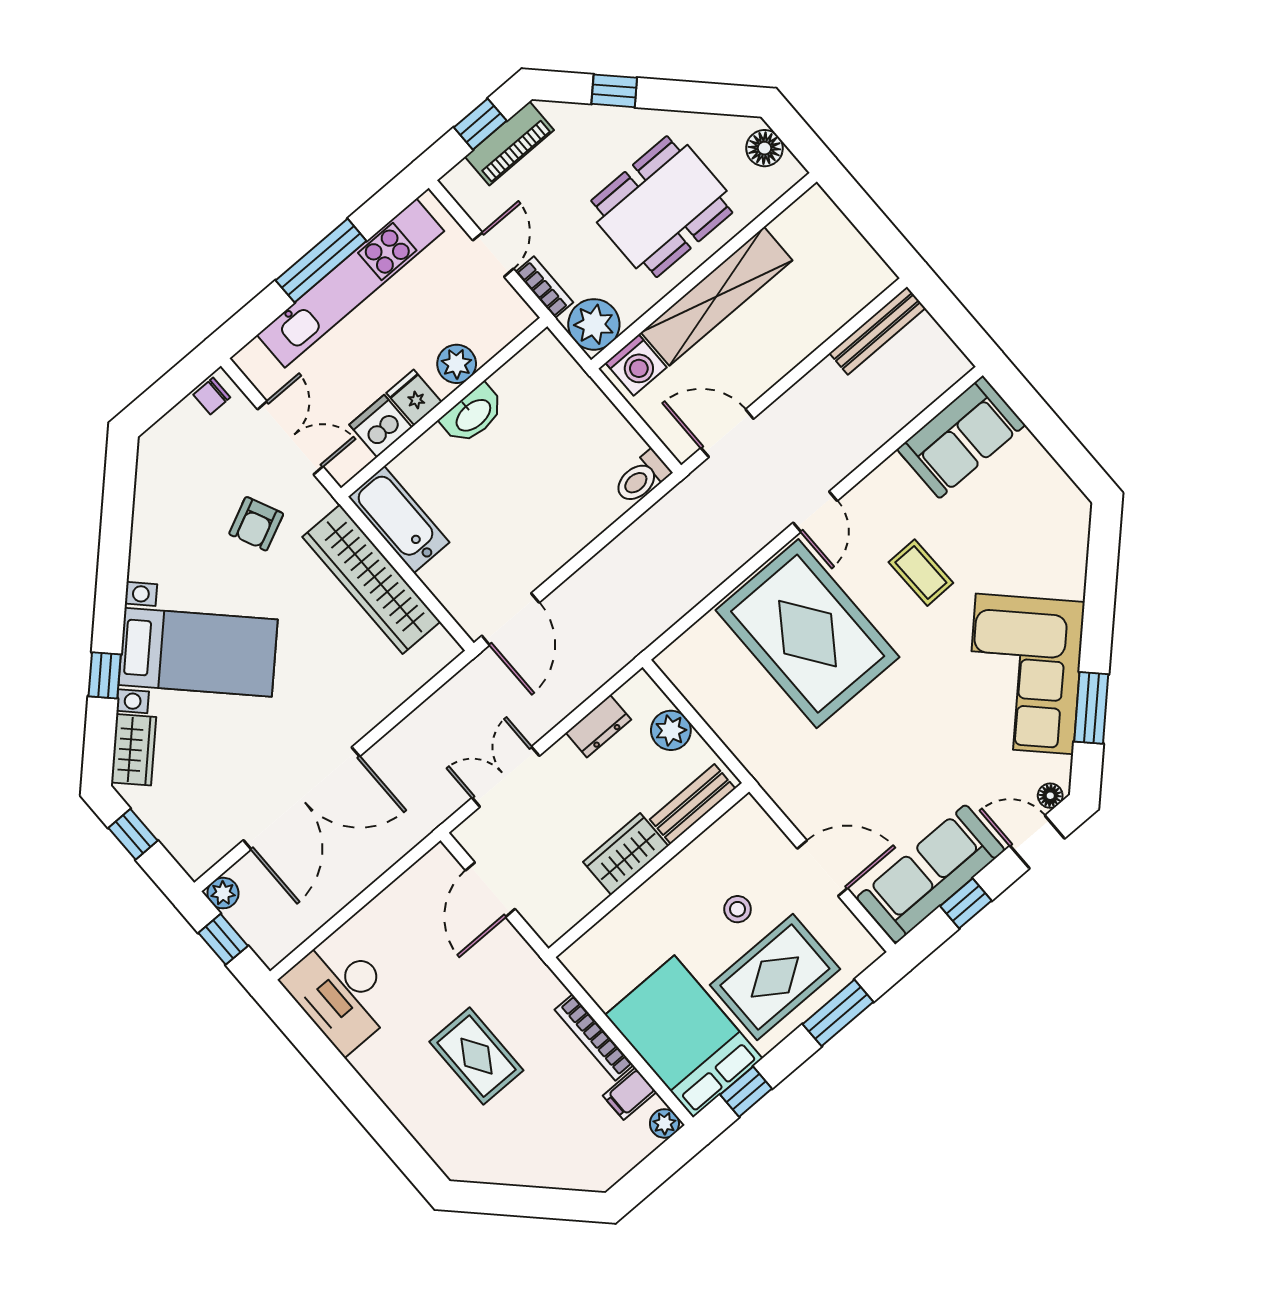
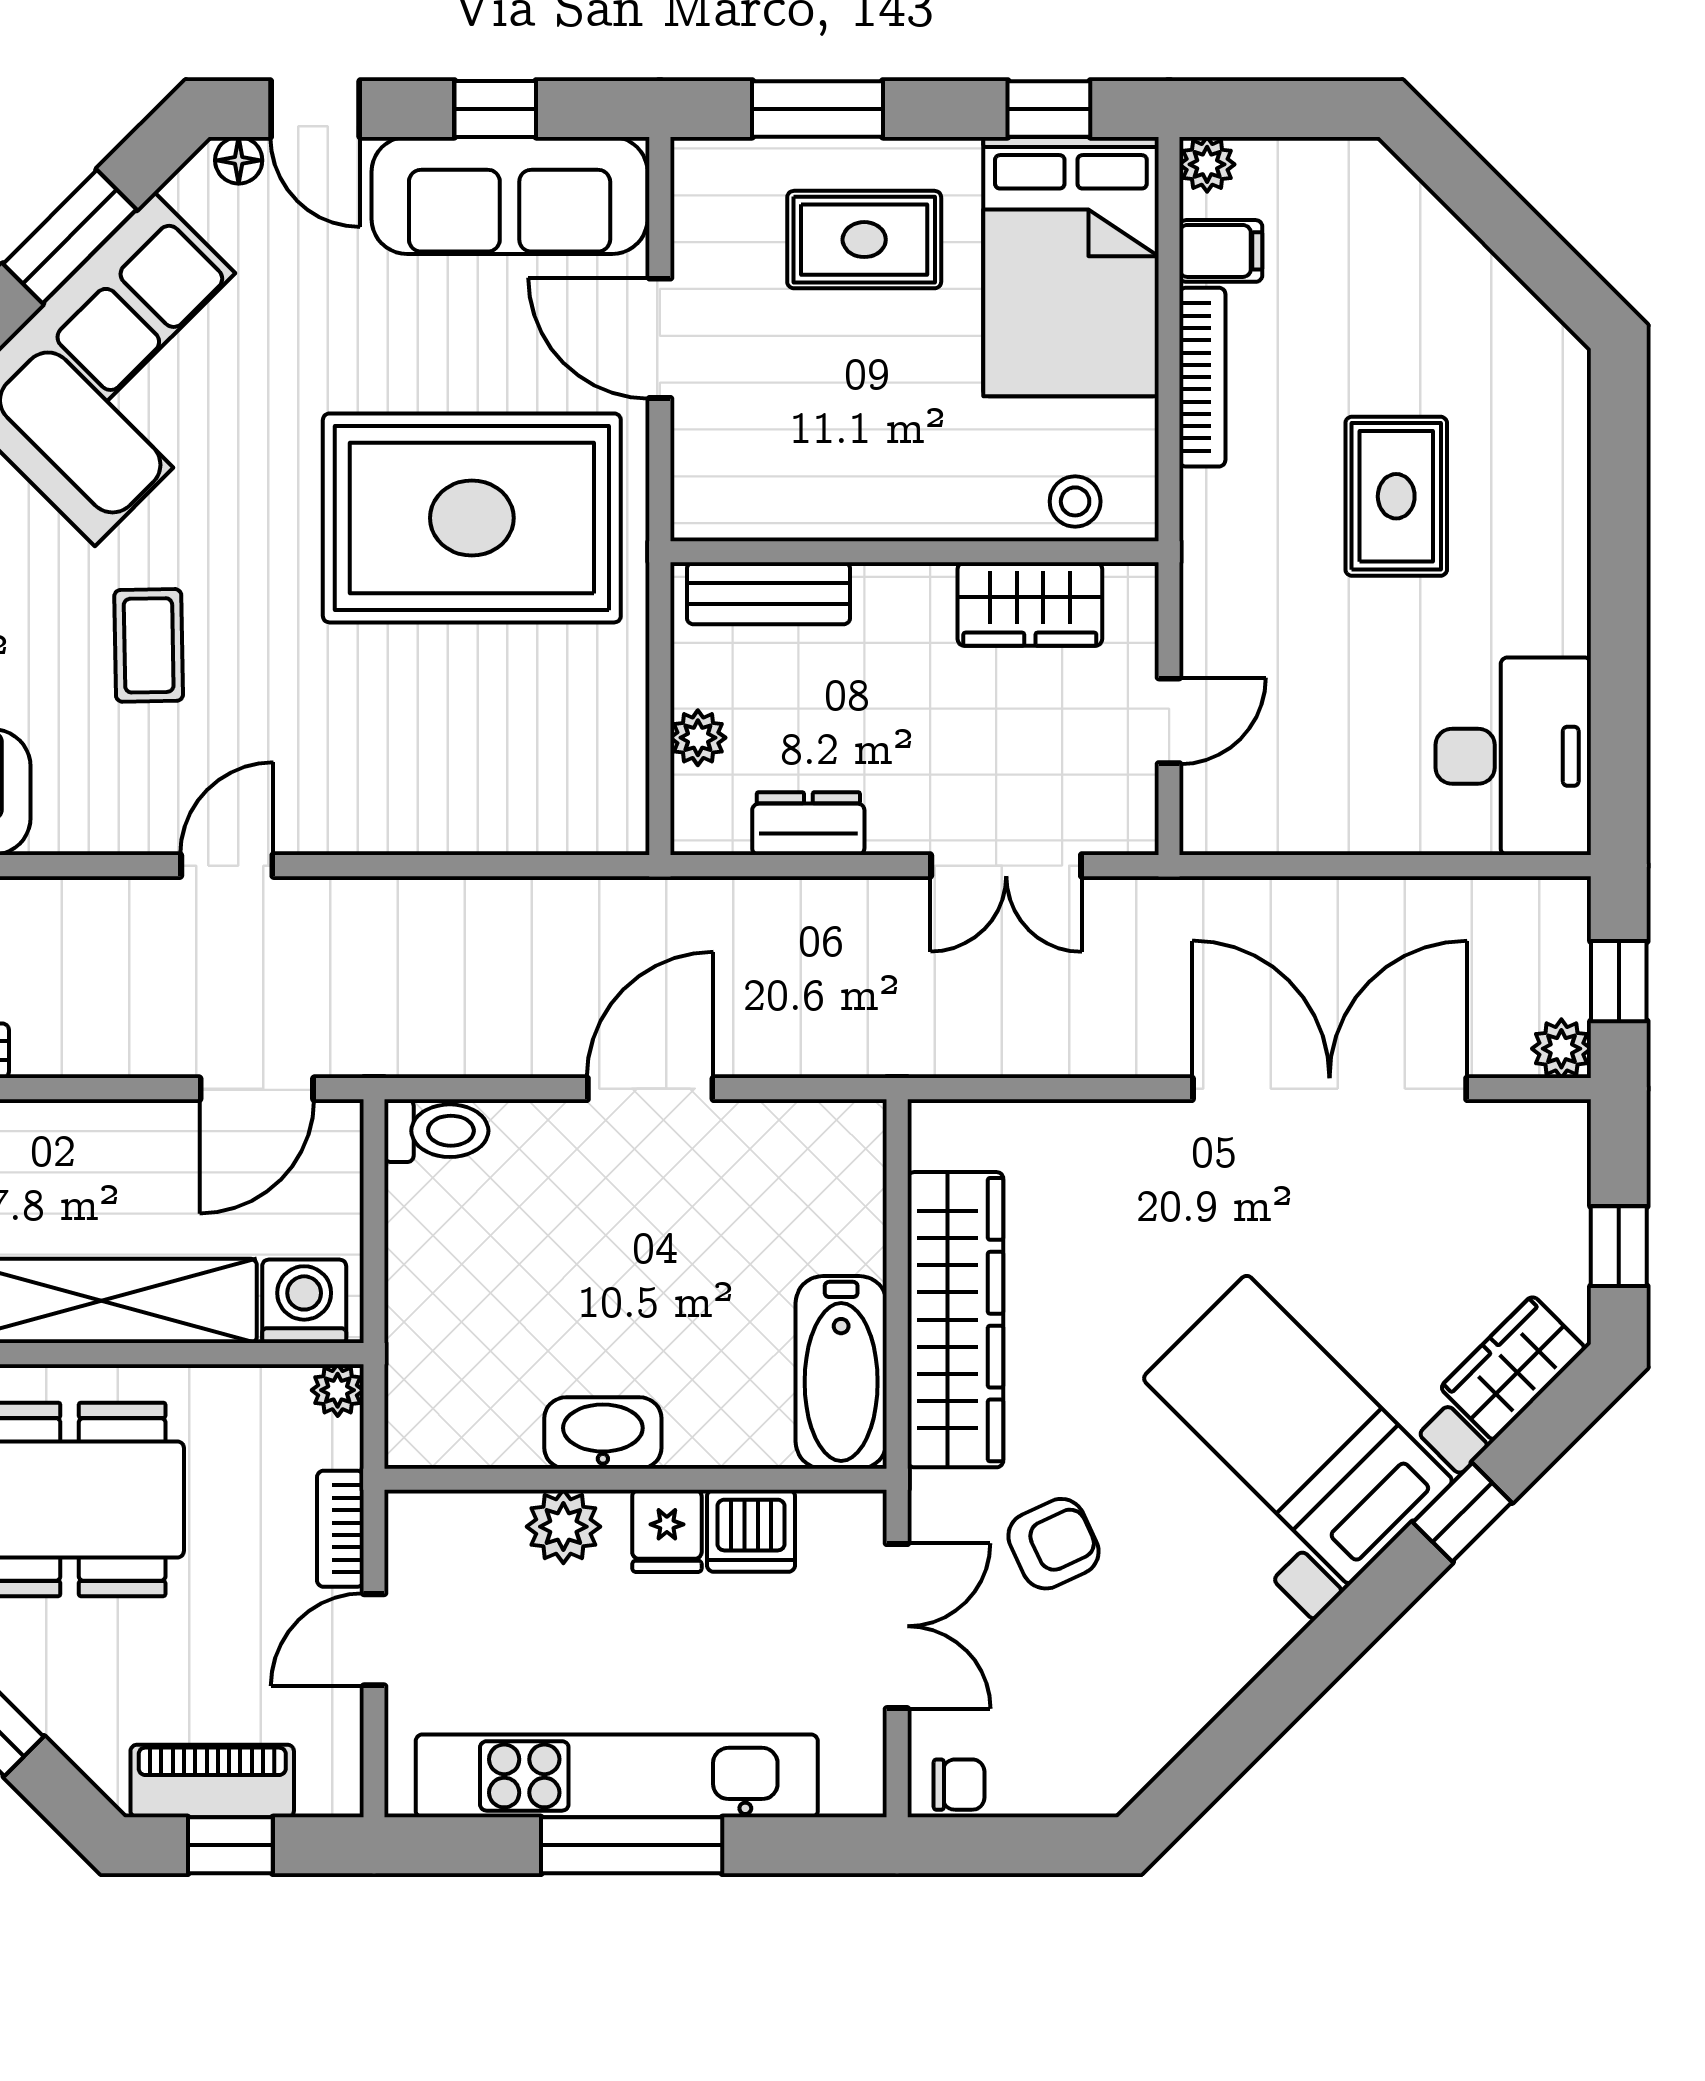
plant: (594, 324) -> (338, 1390), width x0.53, depth x0.53
door: (727, 433) -> (257, 1089), hinge flipped
double door: (290, 438) -> (897, 1626), swing flipped
door: (510, 619) -> (650, 1089), moved
rug: (808, 634) -> (472, 518), moved, turned 90
plant: (671, 730) -> (698, 738), width x0.73, depth x0.73
wardrobe: (626, 854) -> (1030, 604), moved
door: (490, 890) -> (1169, 721), width x0.73
stool: (738, 909) -> (1075, 501), moved
rug: (775, 977) -> (864, 240), width x0.73, depth x0.70

